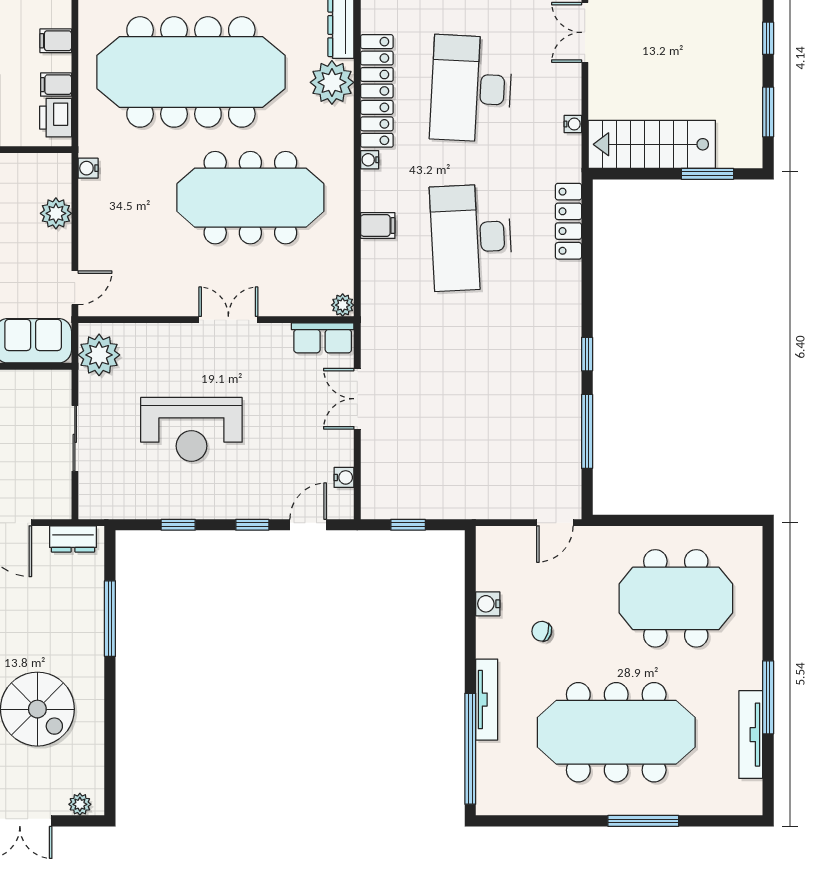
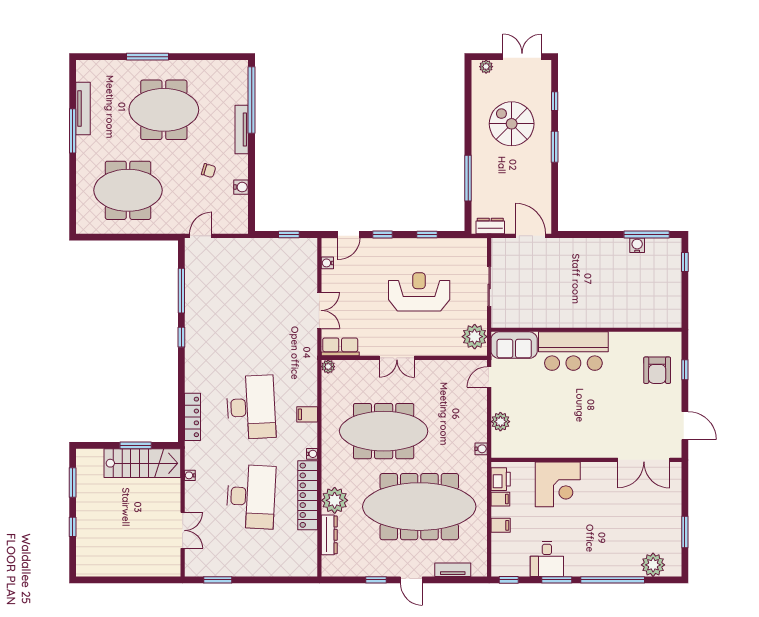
window: (707, 174) -> (136, 445), moved
meeting table: (616, 732) -> (164, 110), width x0.73

